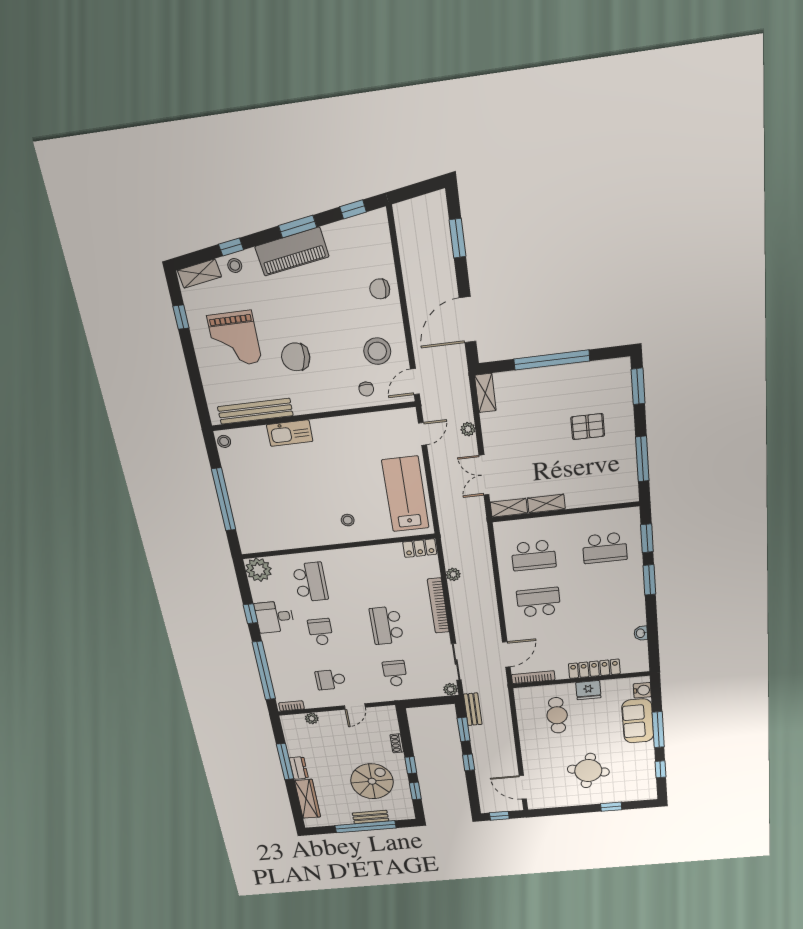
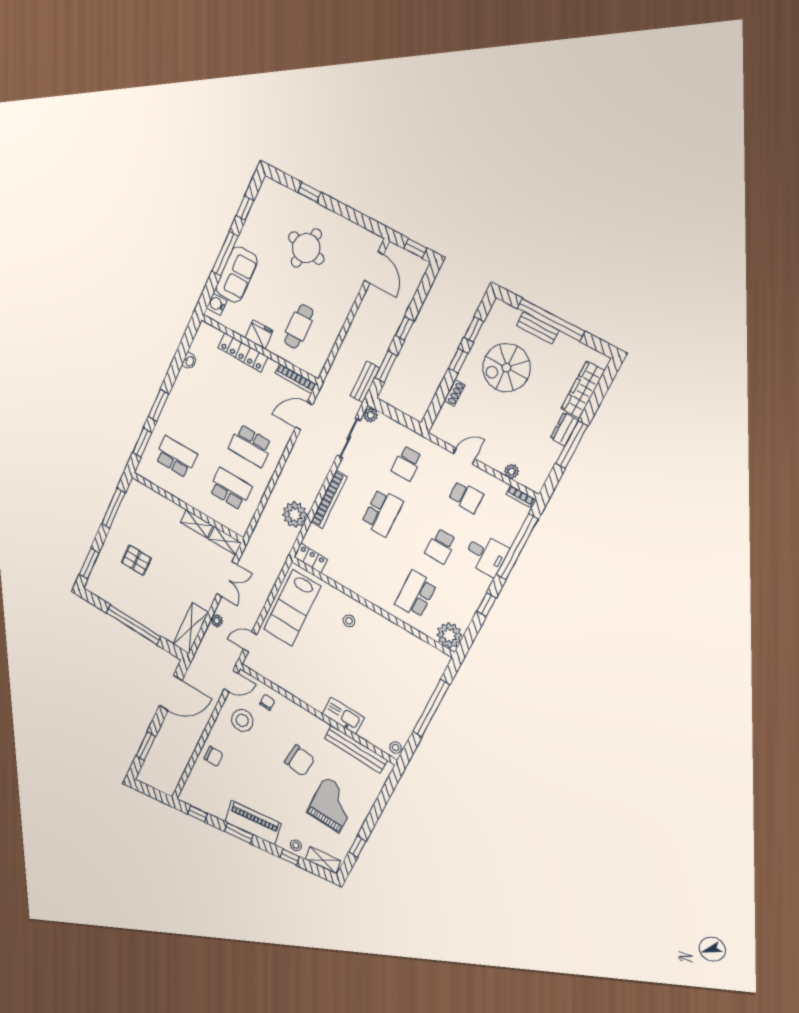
shelving: (485, 393) -> (191, 628), width x1.50, depth x1.33
plant: (453, 574) -> (295, 515), width x1.87, depth x1.87
desk: (274, 617) -> (486, 554), moved

